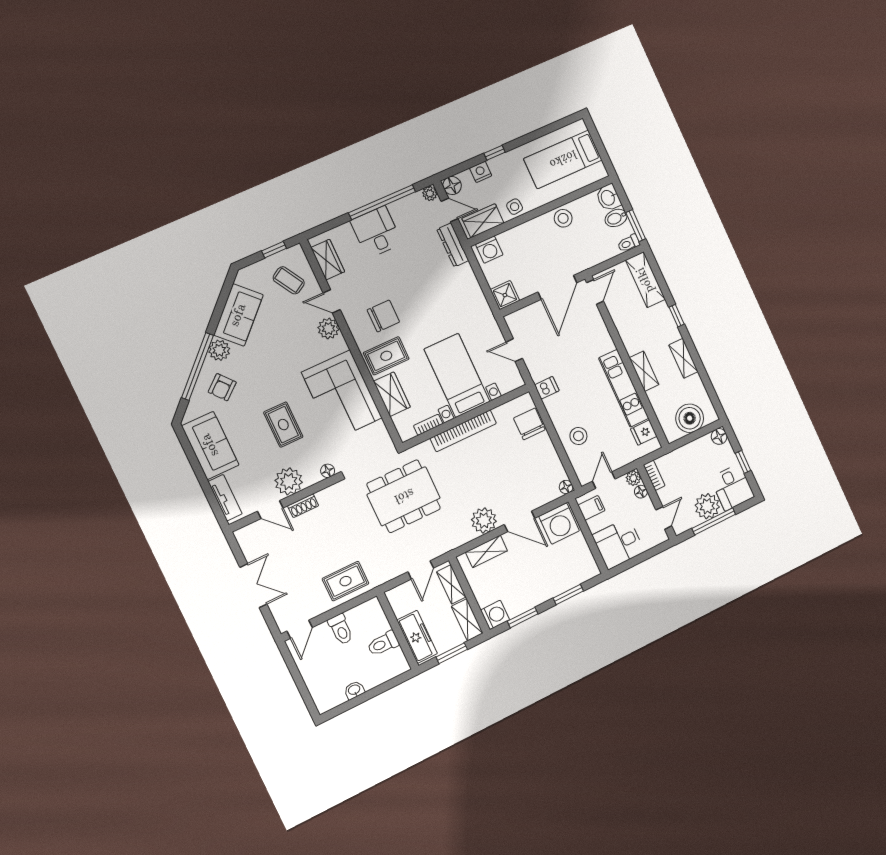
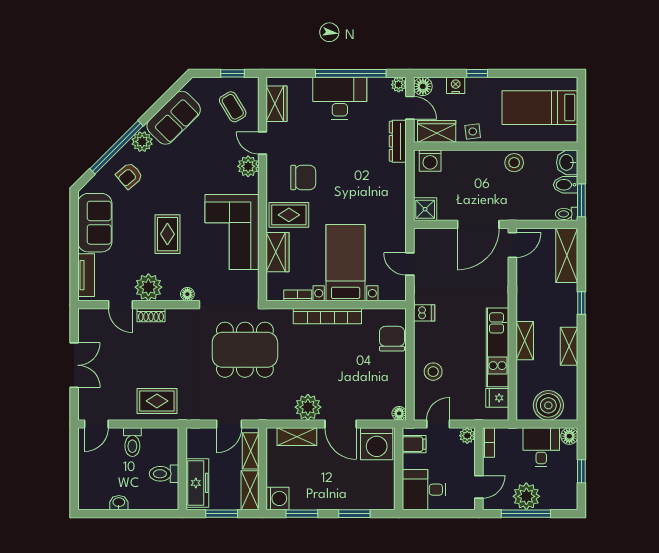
desk: (376, 232) -> (340, 98), width x1.37
desk: (732, 487) -> (541, 447), moved, turned 180
floor lamp: (641, 492) -> (468, 452), removed

